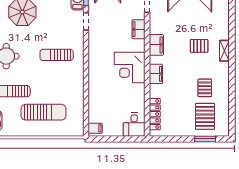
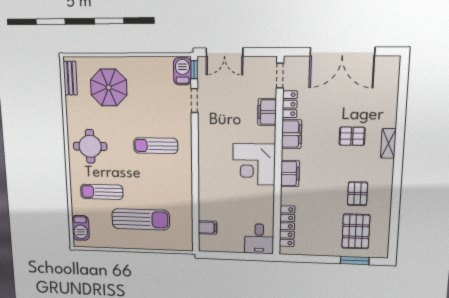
locker: (154, 23) -> (290, 104), added
filing cabinet: (95, 128) -> (208, 228), moved

